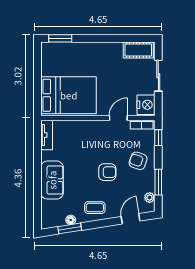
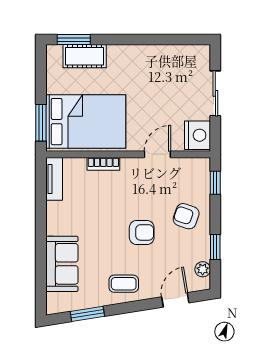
cot: (138, 50) -> (85, 56), moved
window: (37, 96) -> (41, 123), added
bookcase: (142, 125) -> (103, 164), moved
sofa: (52, 180) -> (62, 264), moved
window: (158, 182) -> (215, 247), width x0.67
floor lamp: (71, 220) -> (89, 302), removed

